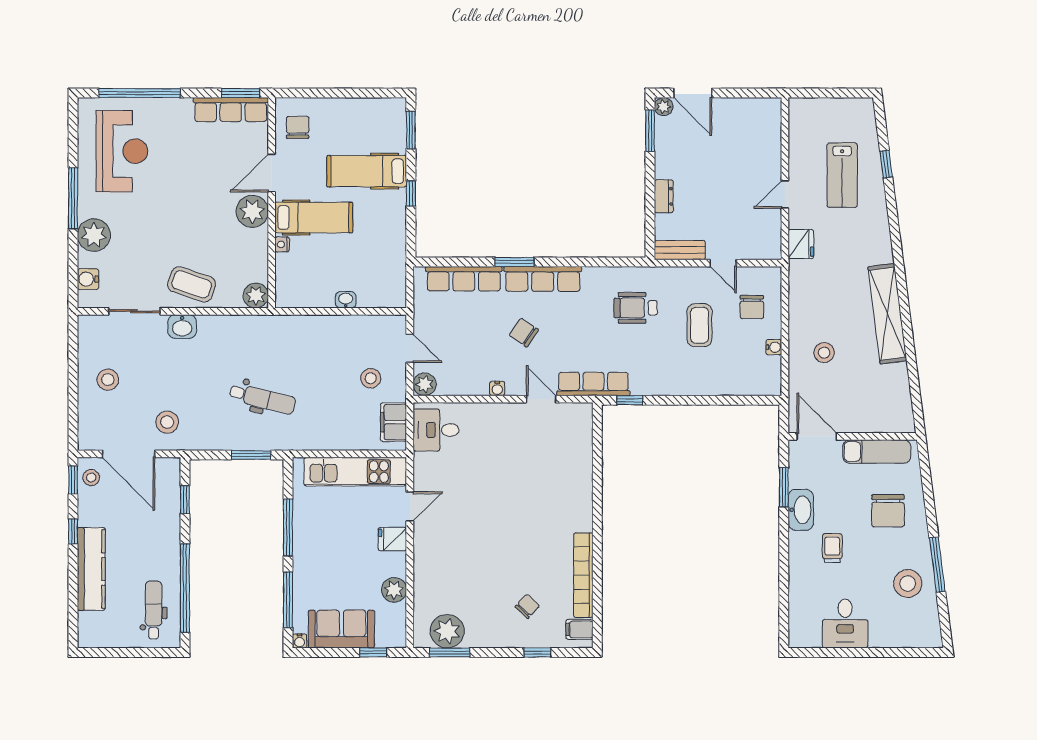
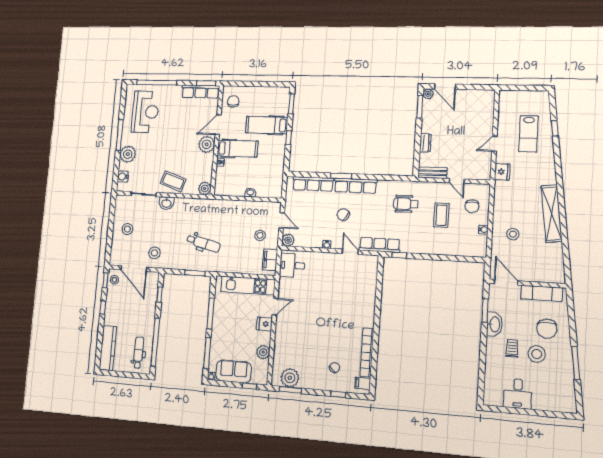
kitchen counter: (91, 569) -> (108, 348), moved
stool: (908, 583) -> (537, 354), moved

